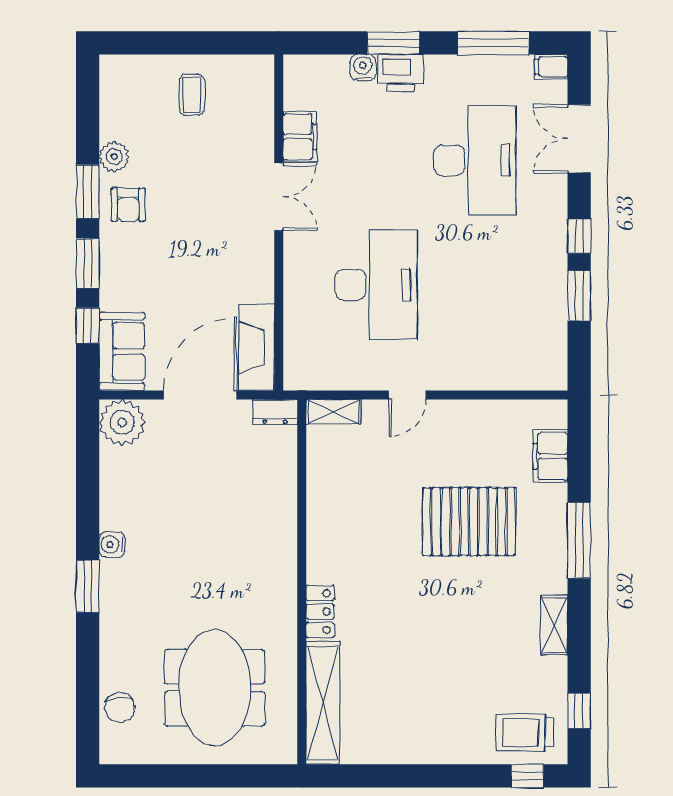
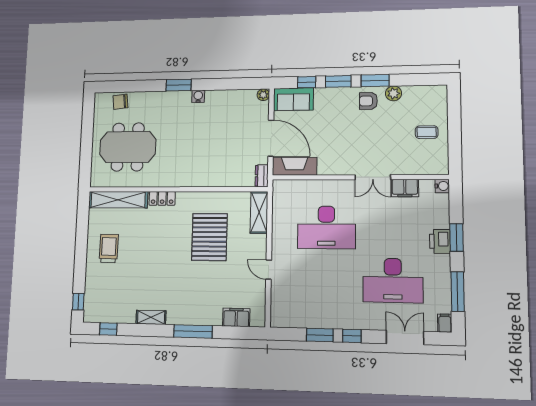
water cooler: (363, 67) -> (442, 186), moved
door: (407, 395) -> (269, 270), moved
shelving: (334, 412) -> (259, 212), width x1.50, depth x1.33
plant: (122, 422) -> (263, 95), width x0.53, depth x0.53
pallet: (469, 522) -> (209, 237), moved
trolley: (525, 733) -> (109, 248), moved

